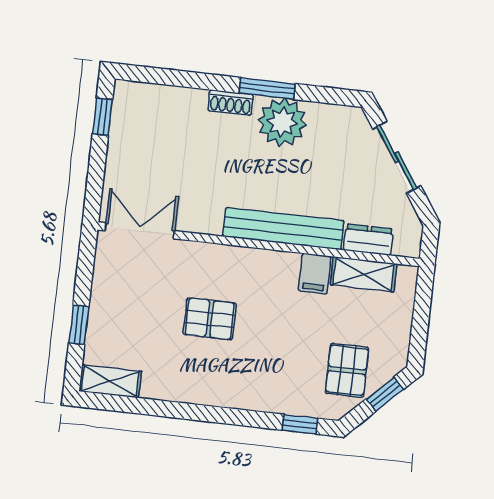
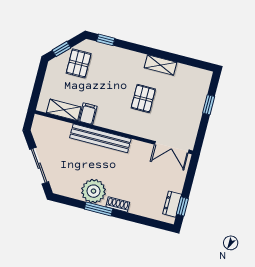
dresser: (368, 240) -> (172, 204), moved, turned 90
pallet: (210, 319) -> (143, 99), turned 90
shelving: (110, 381) -> (160, 65), moved

